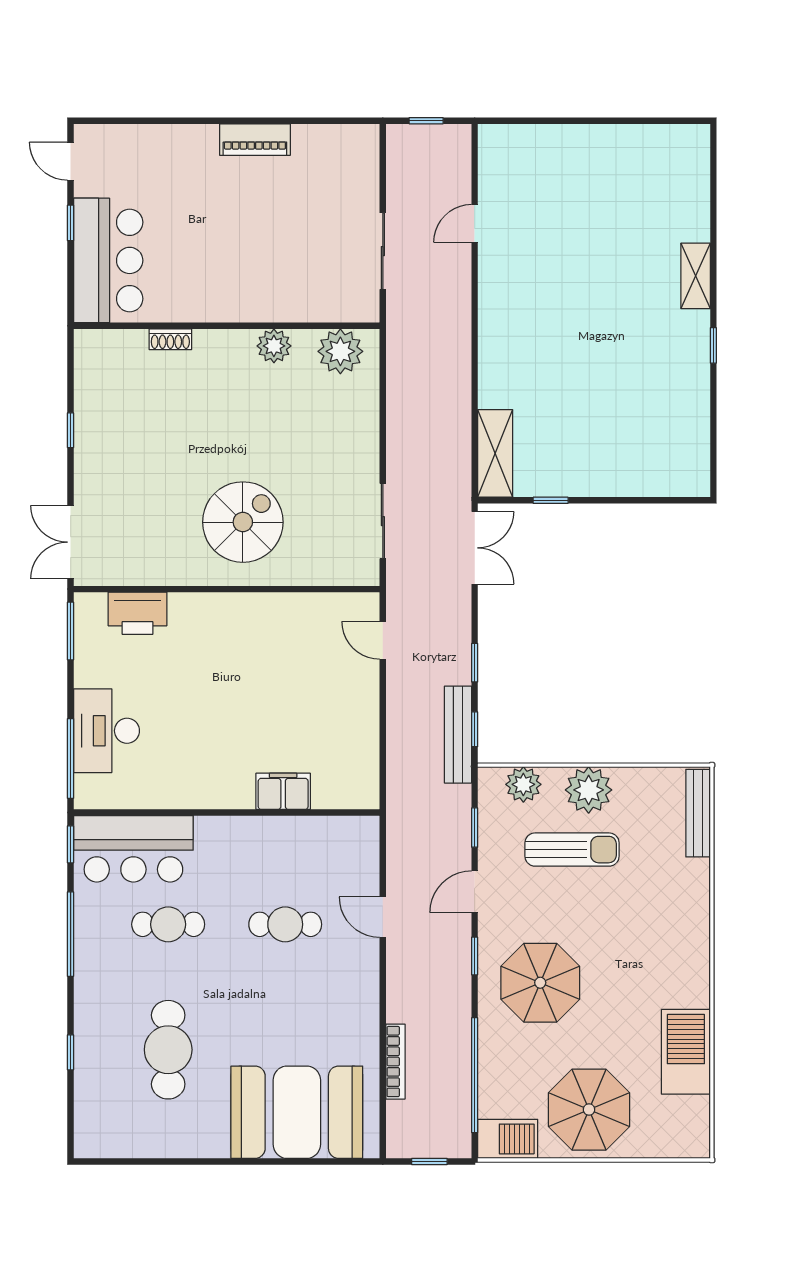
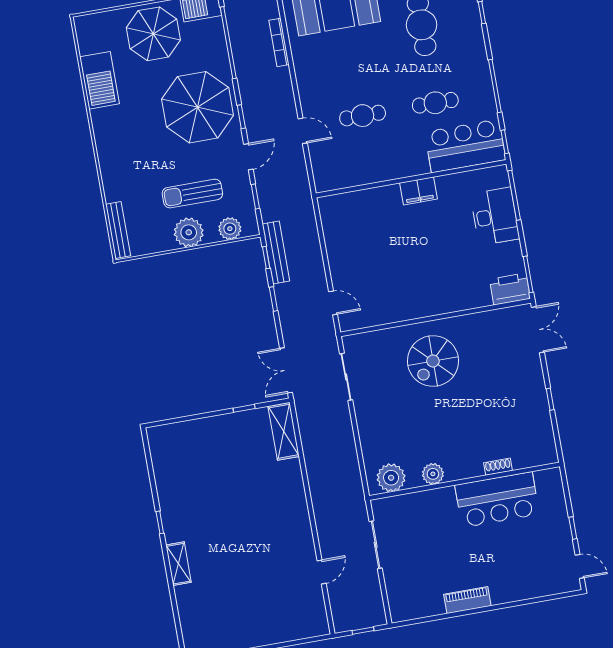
bar counter: (108, 260) -> (497, 500), moved, turned -90
printer: (137, 613) -> (510, 289), moved
filing cabinet: (283, 791) -> (419, 191), moved
parasol: (540, 983) -> (198, 107), width x1.36, depth x1.36

